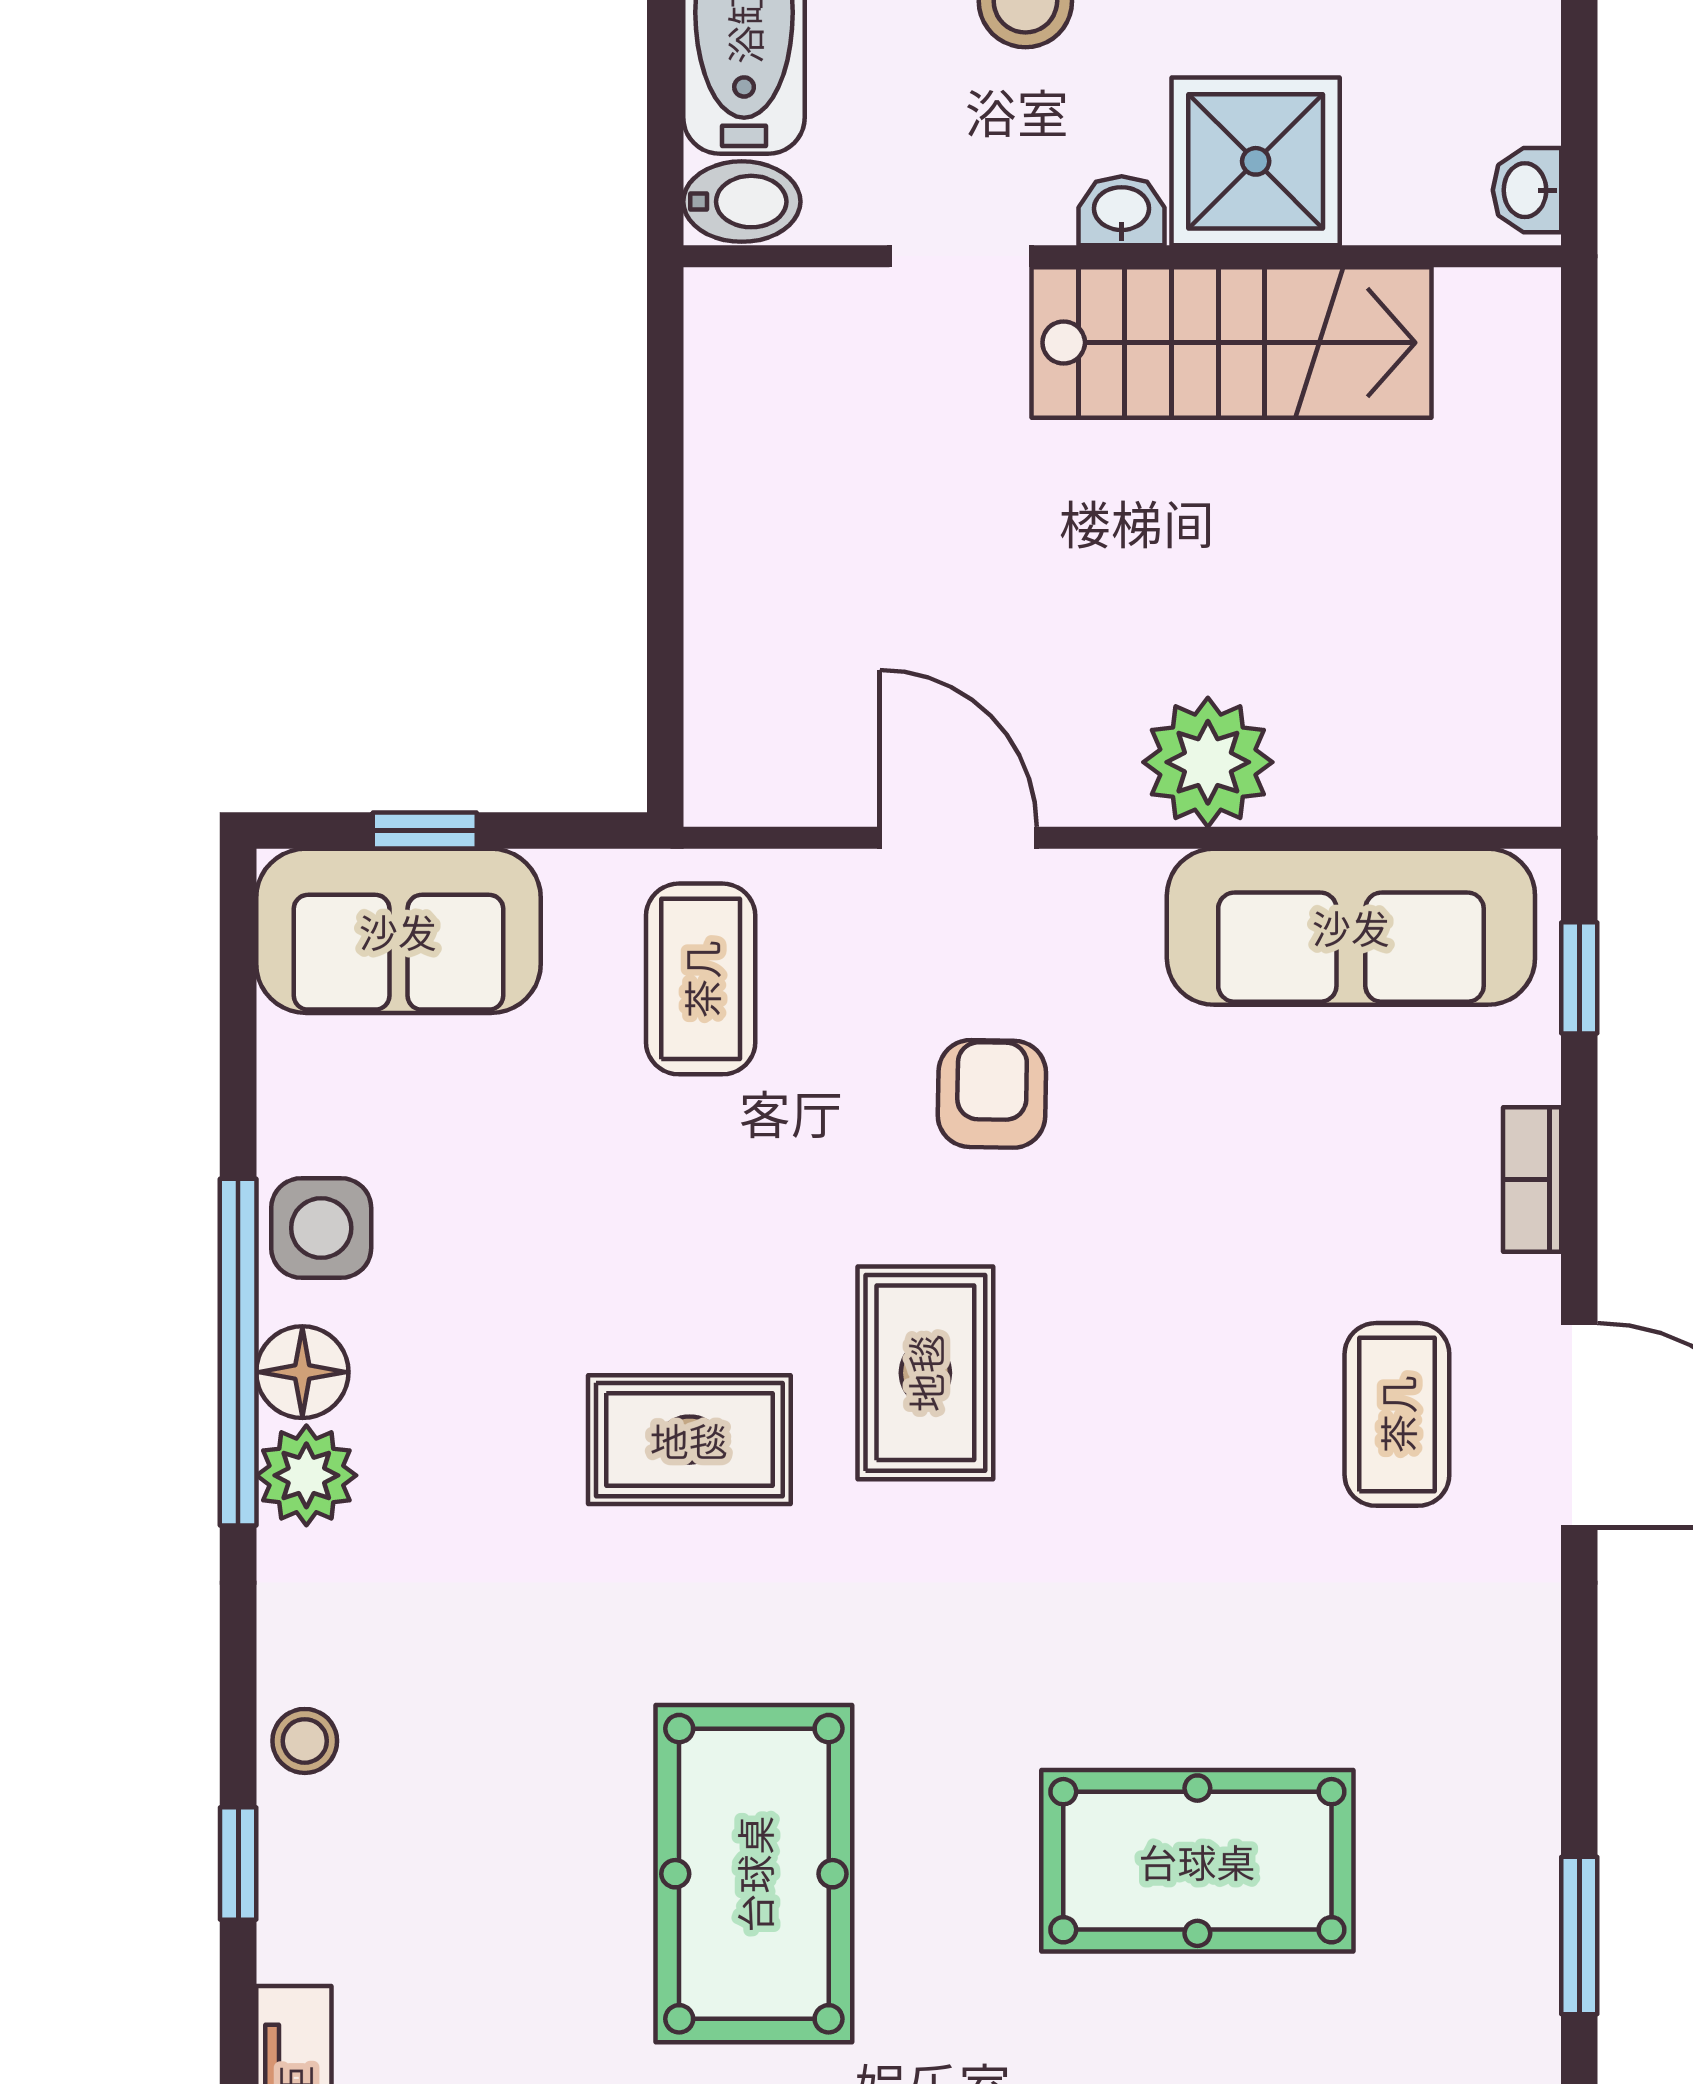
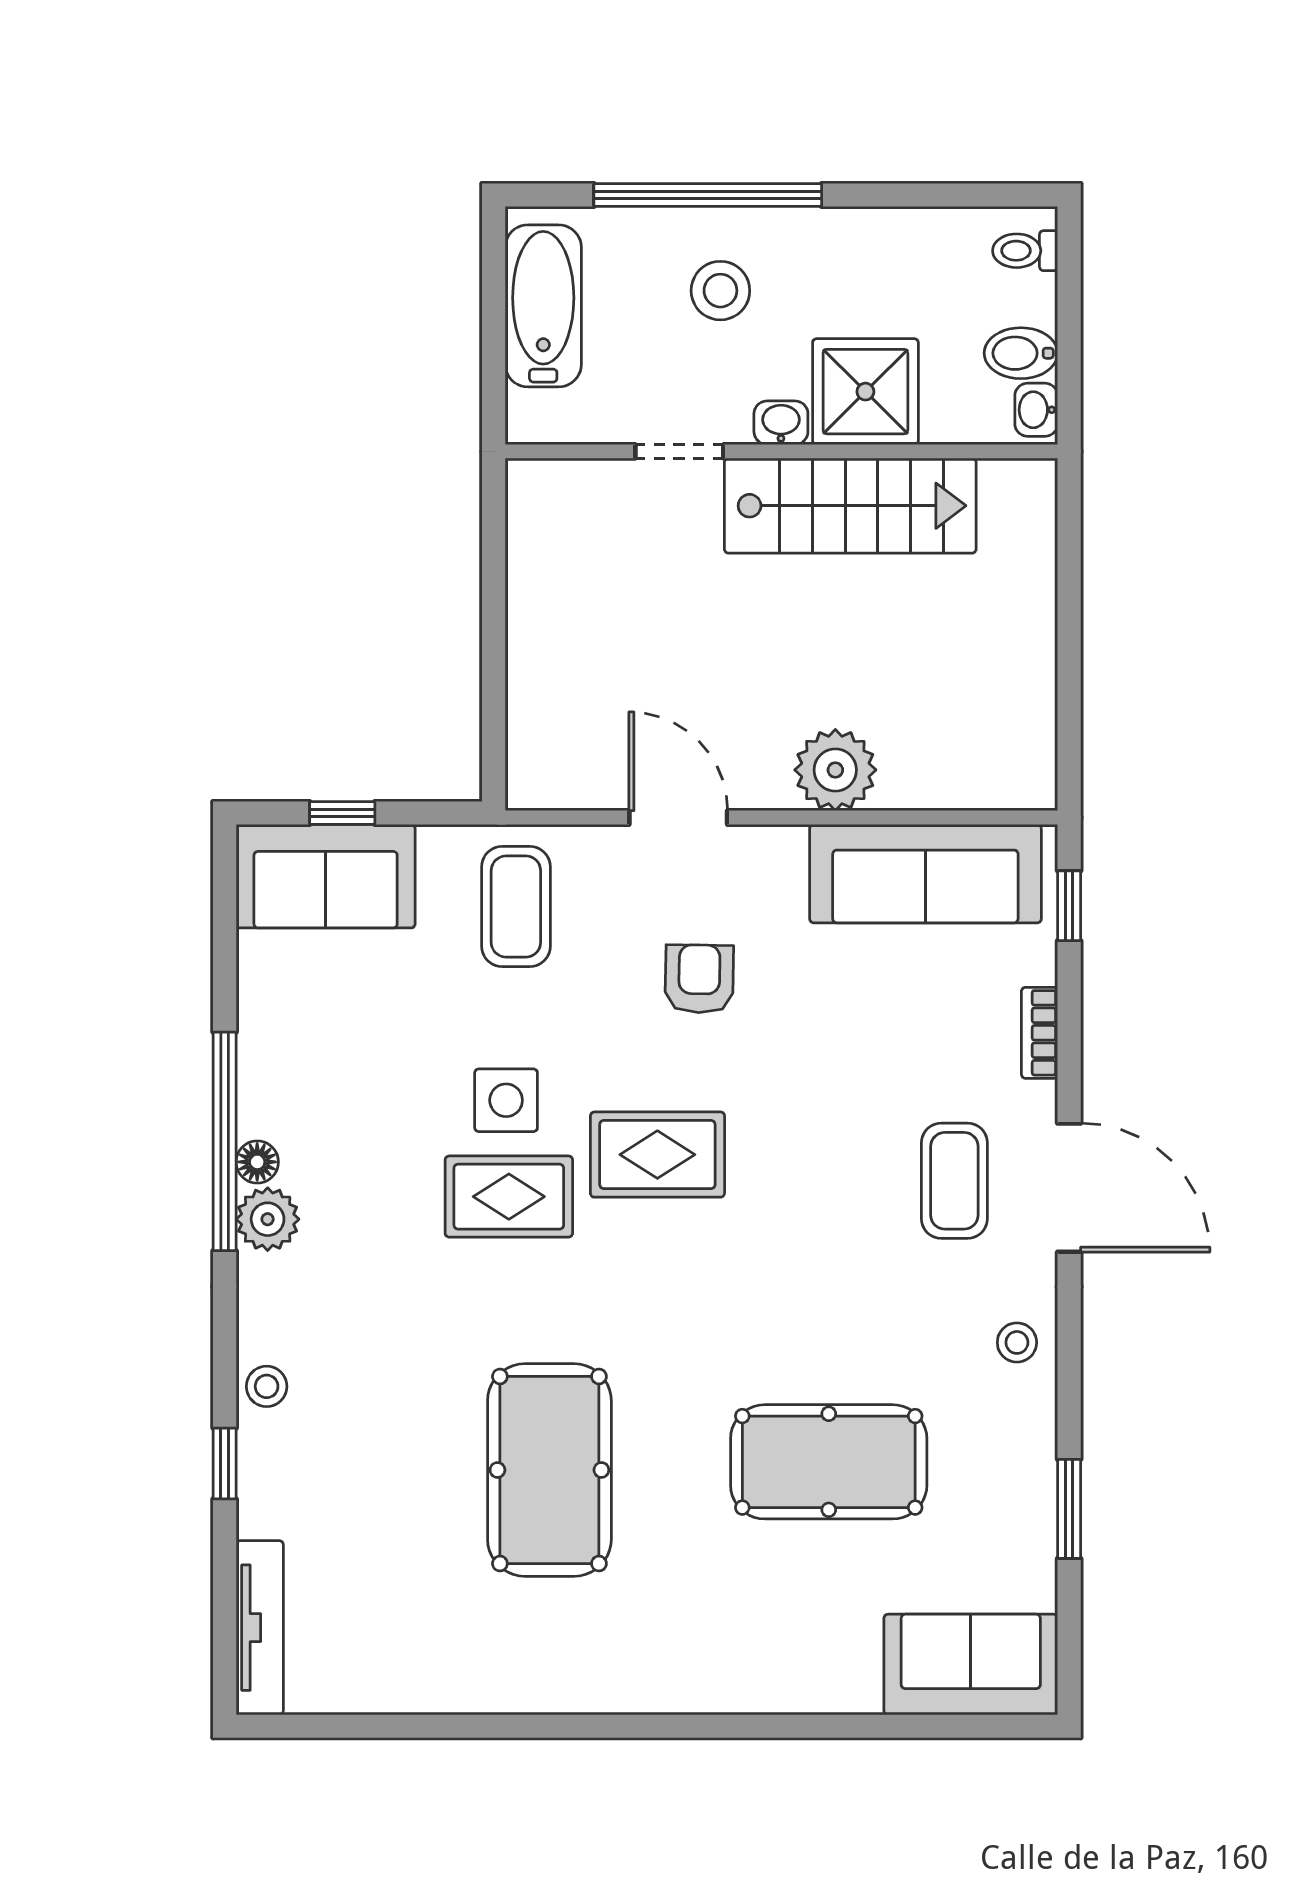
bidet: (742, 202) -> (1021, 353), moved, turned 180
side table: (321, 1228) -> (506, 1100), moved
floor lamp: (302, 1372) -> (257, 1162), width x0.73, depth x0.73
rug: (925, 1373) -> (657, 1155), turned 90
stool: (1496, 1671) -> (1017, 1342), added

